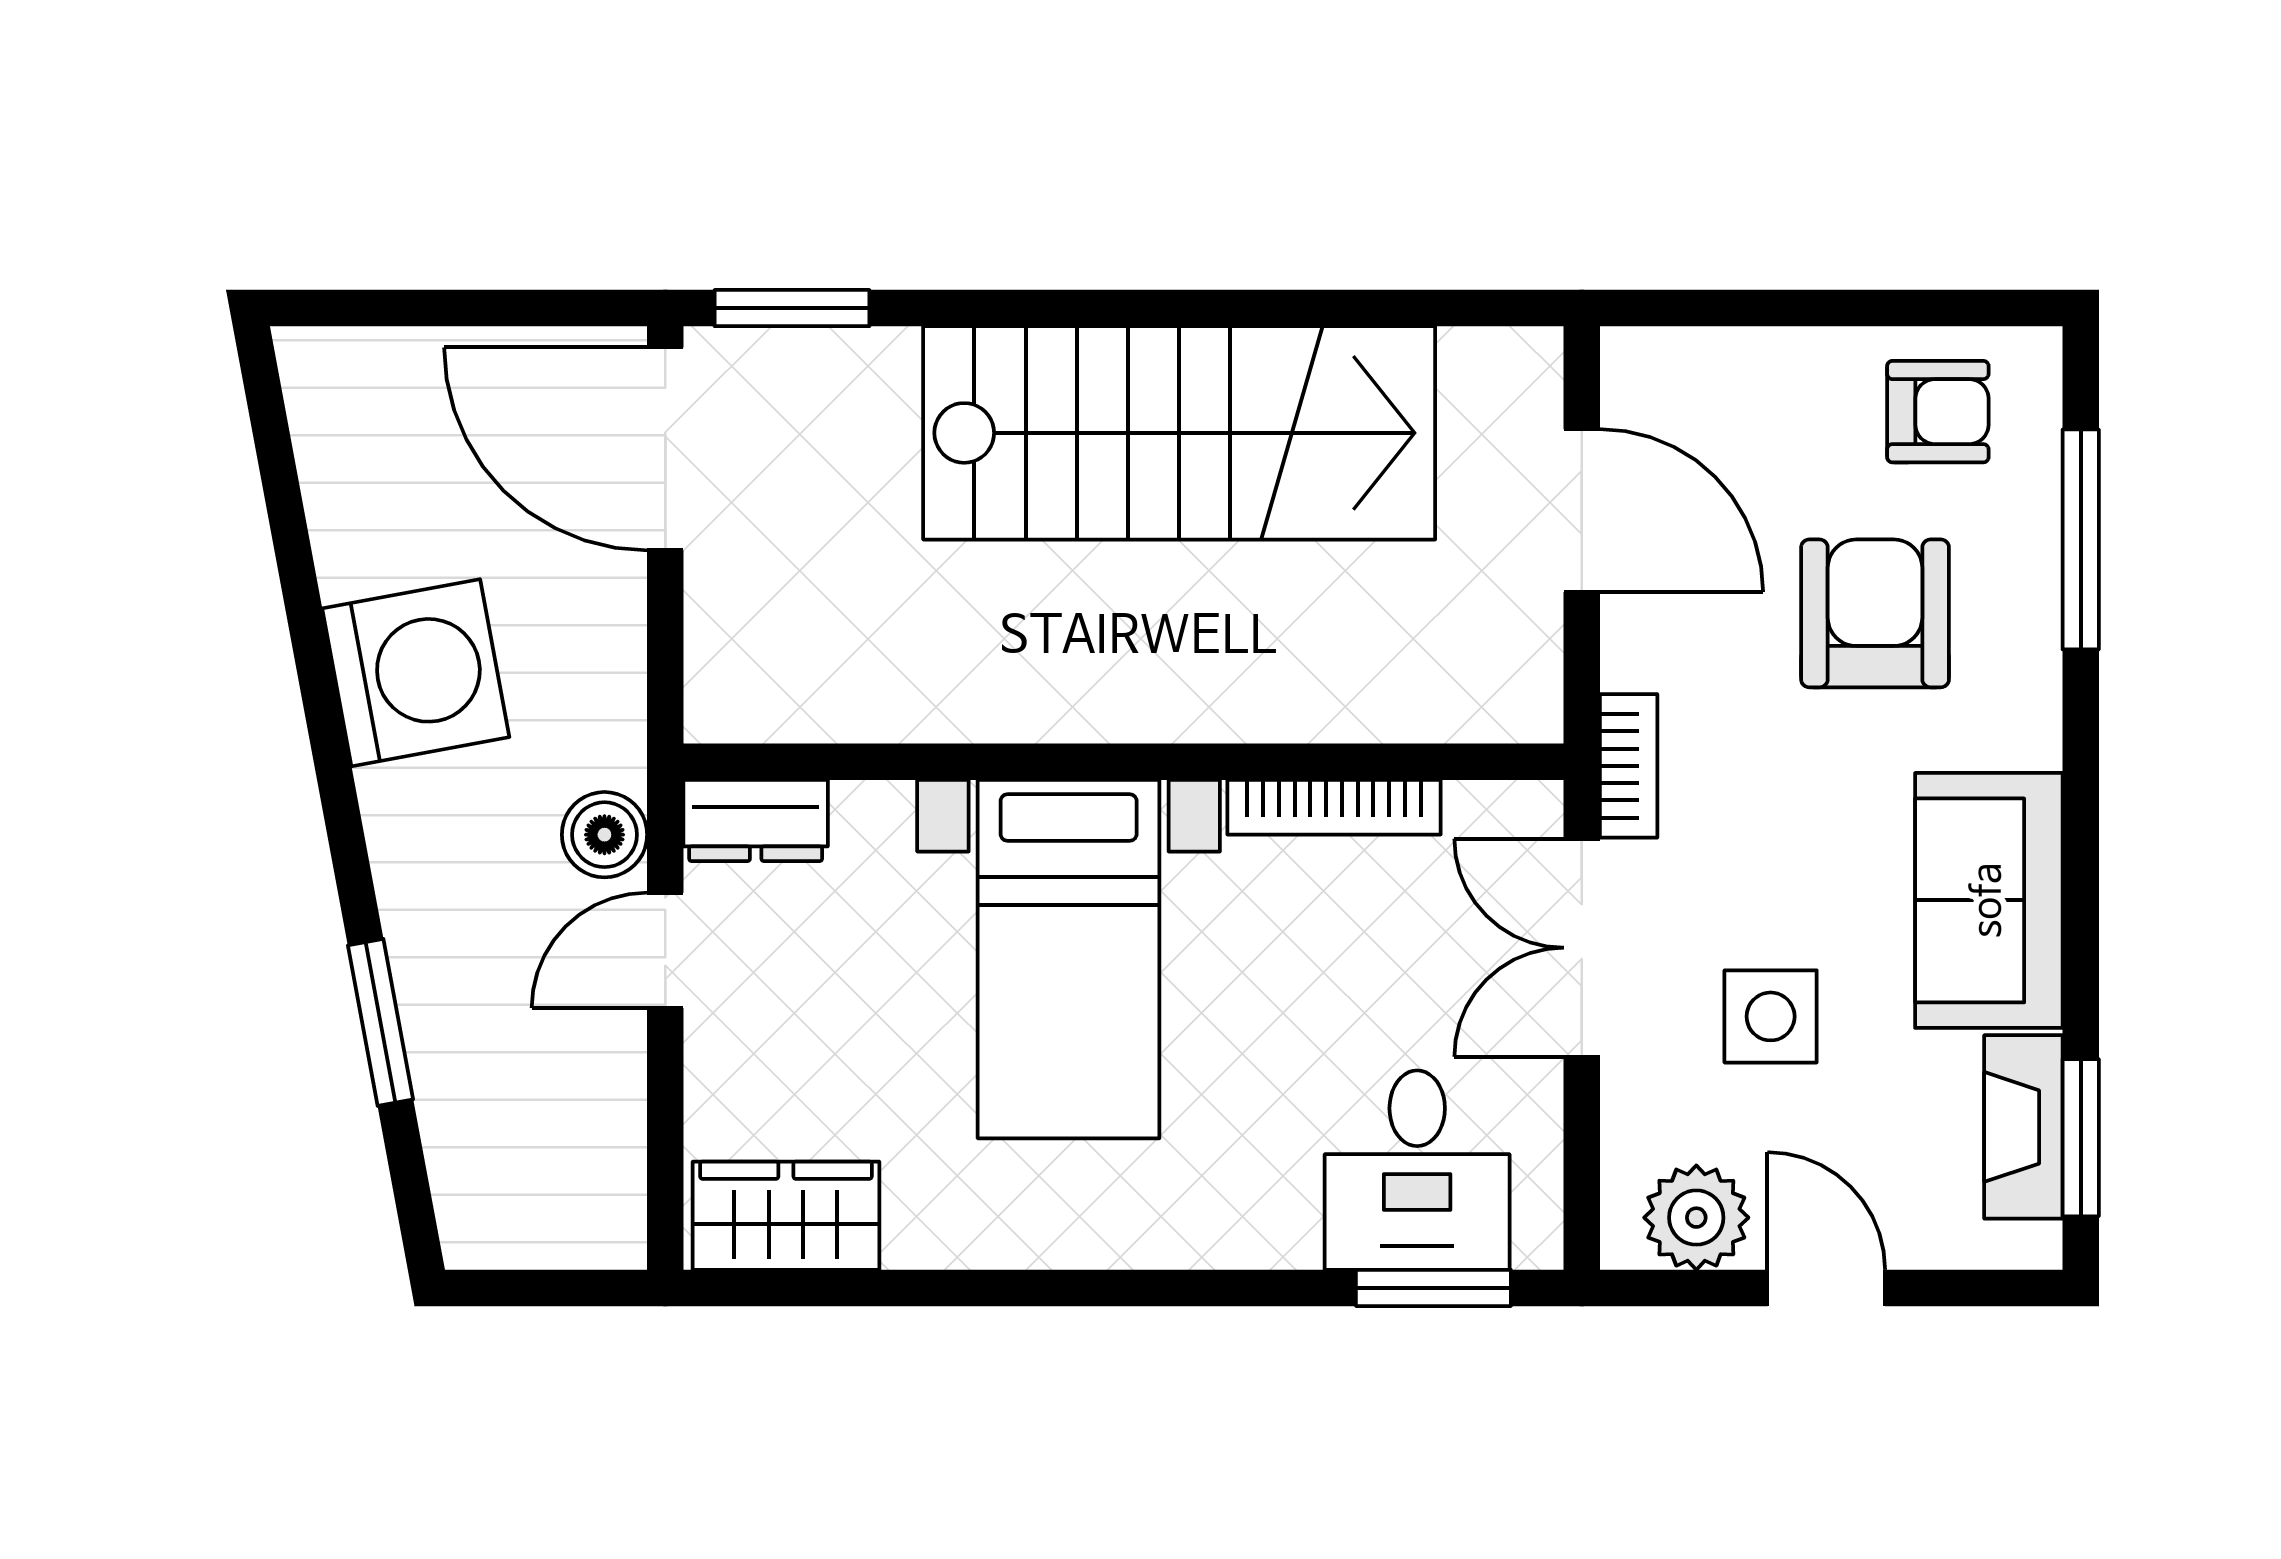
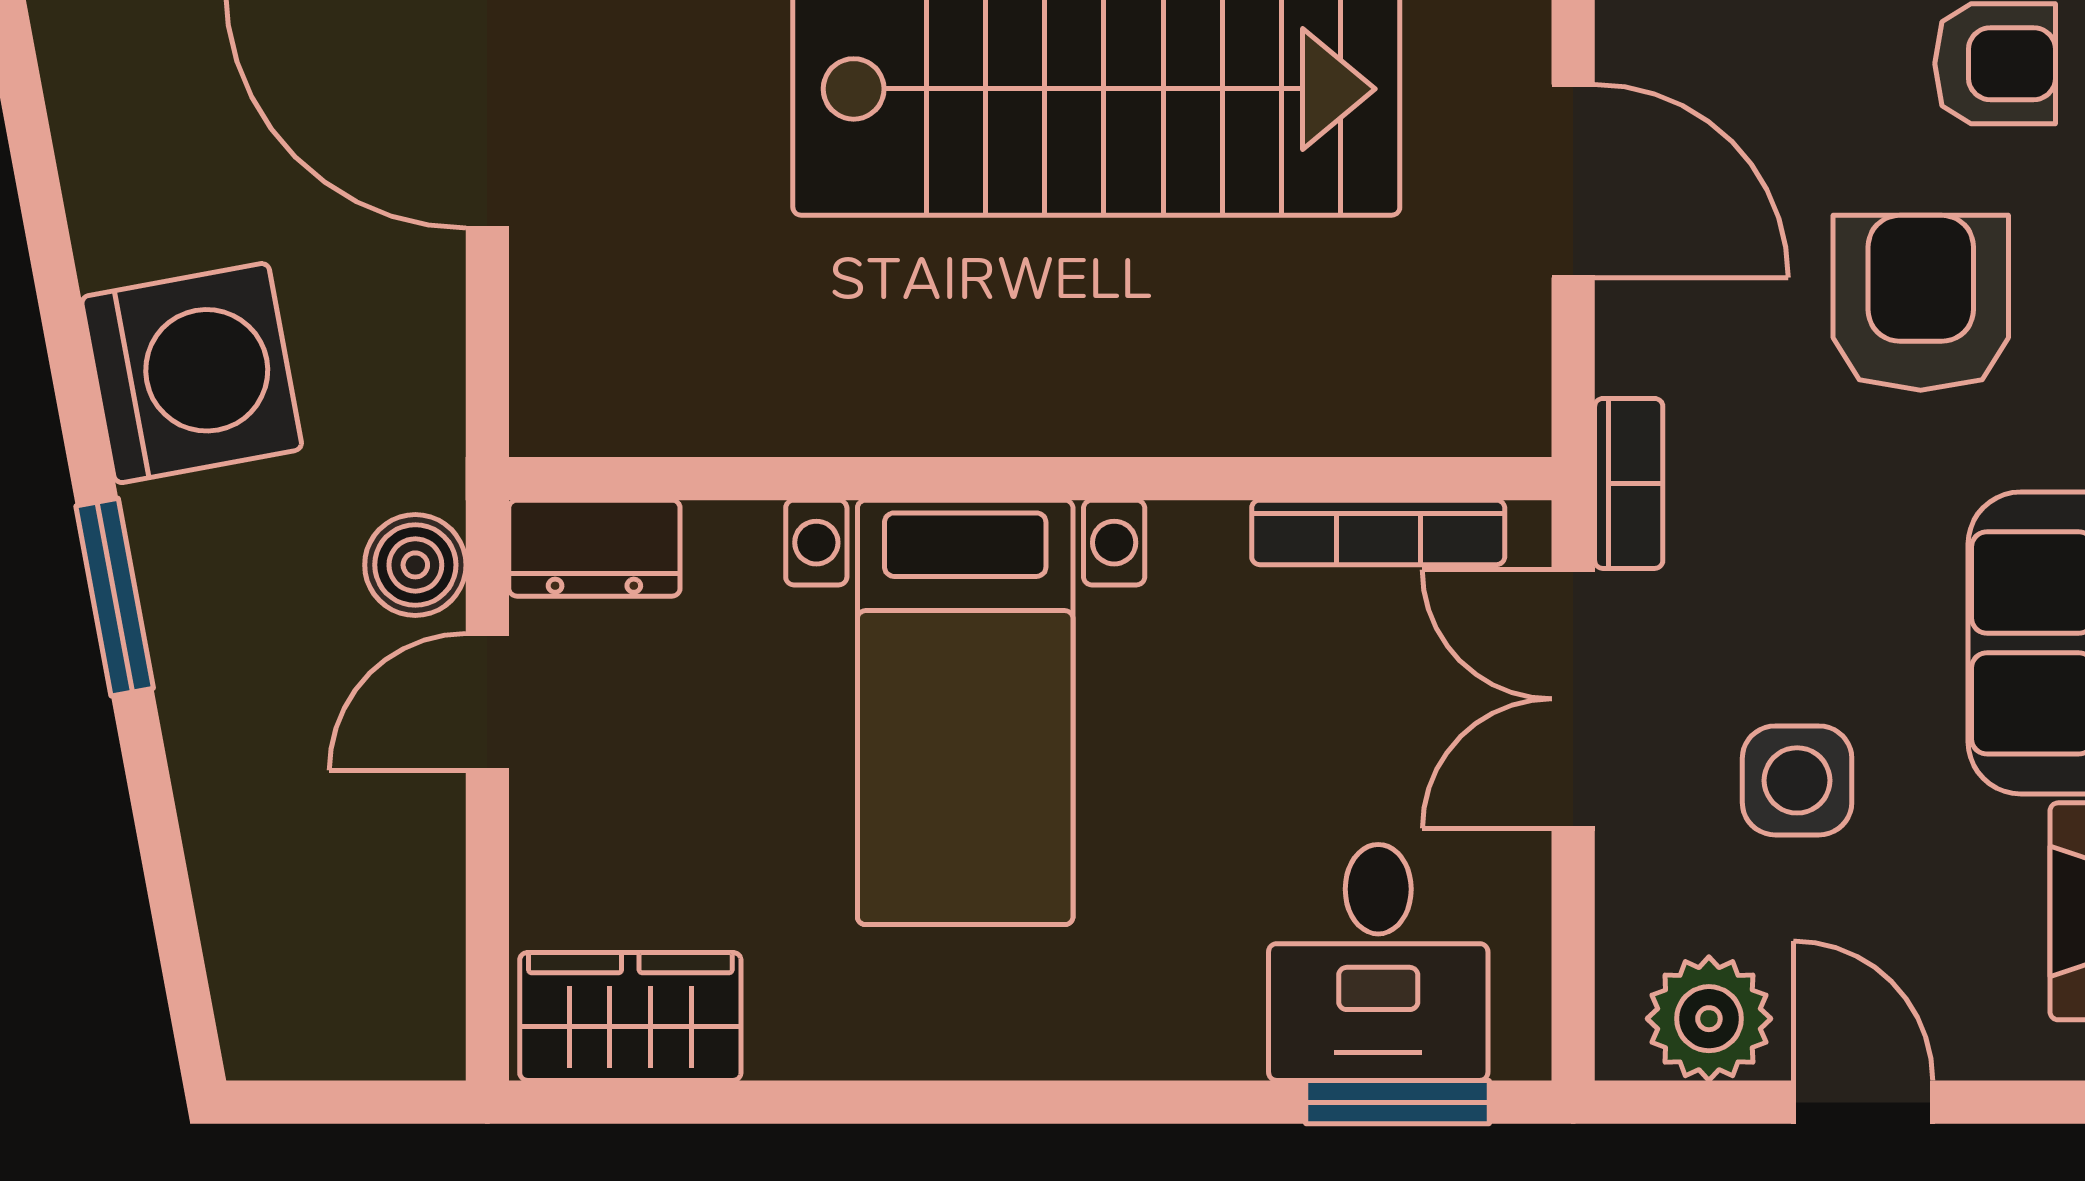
bookcase: (1334, 807) -> (1378, 532), moved
window: (380, 1022) -> (115, 597), moved

